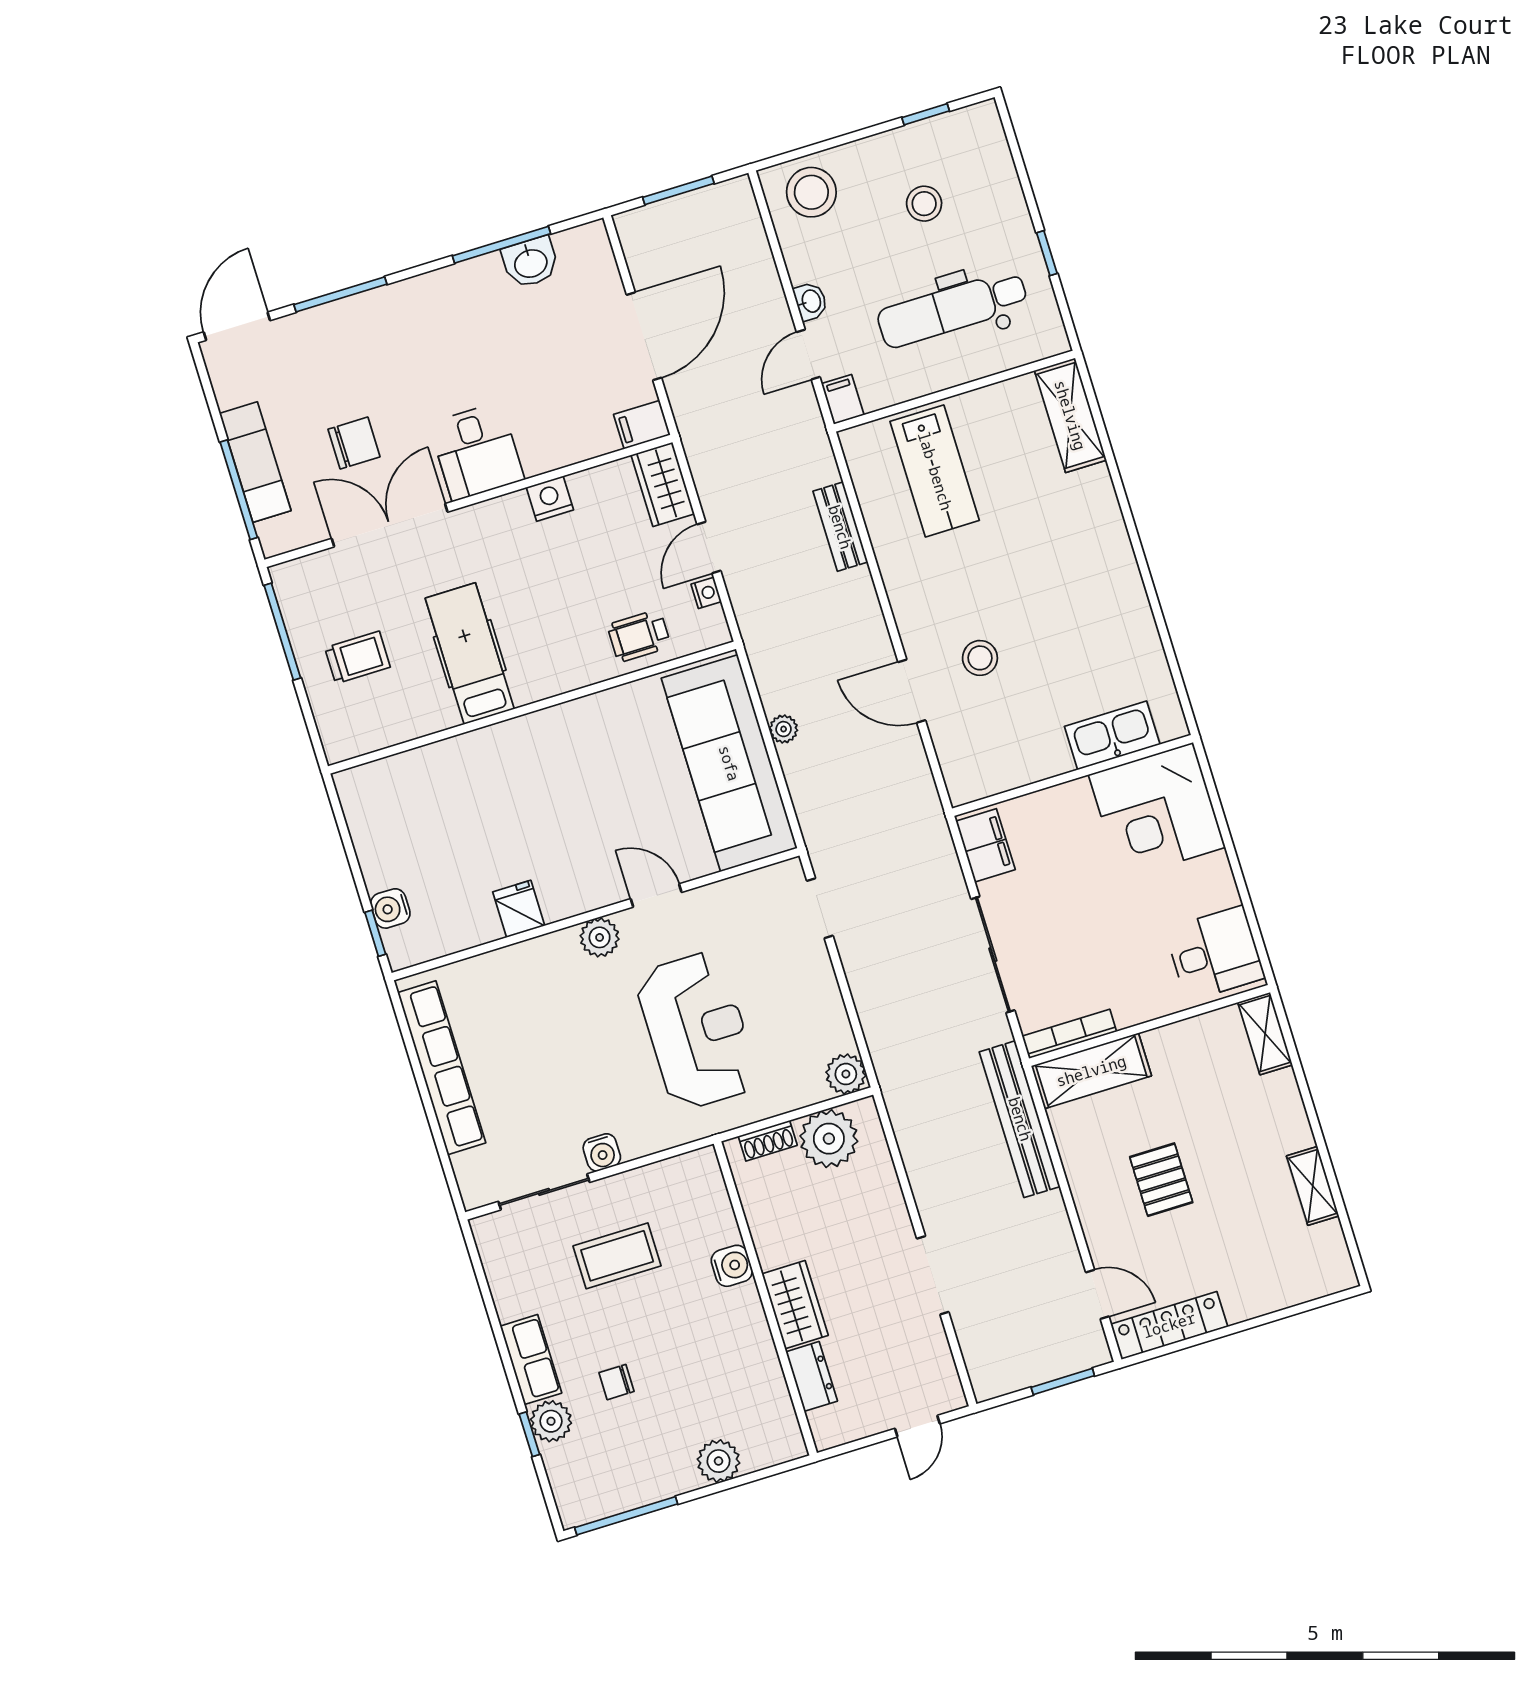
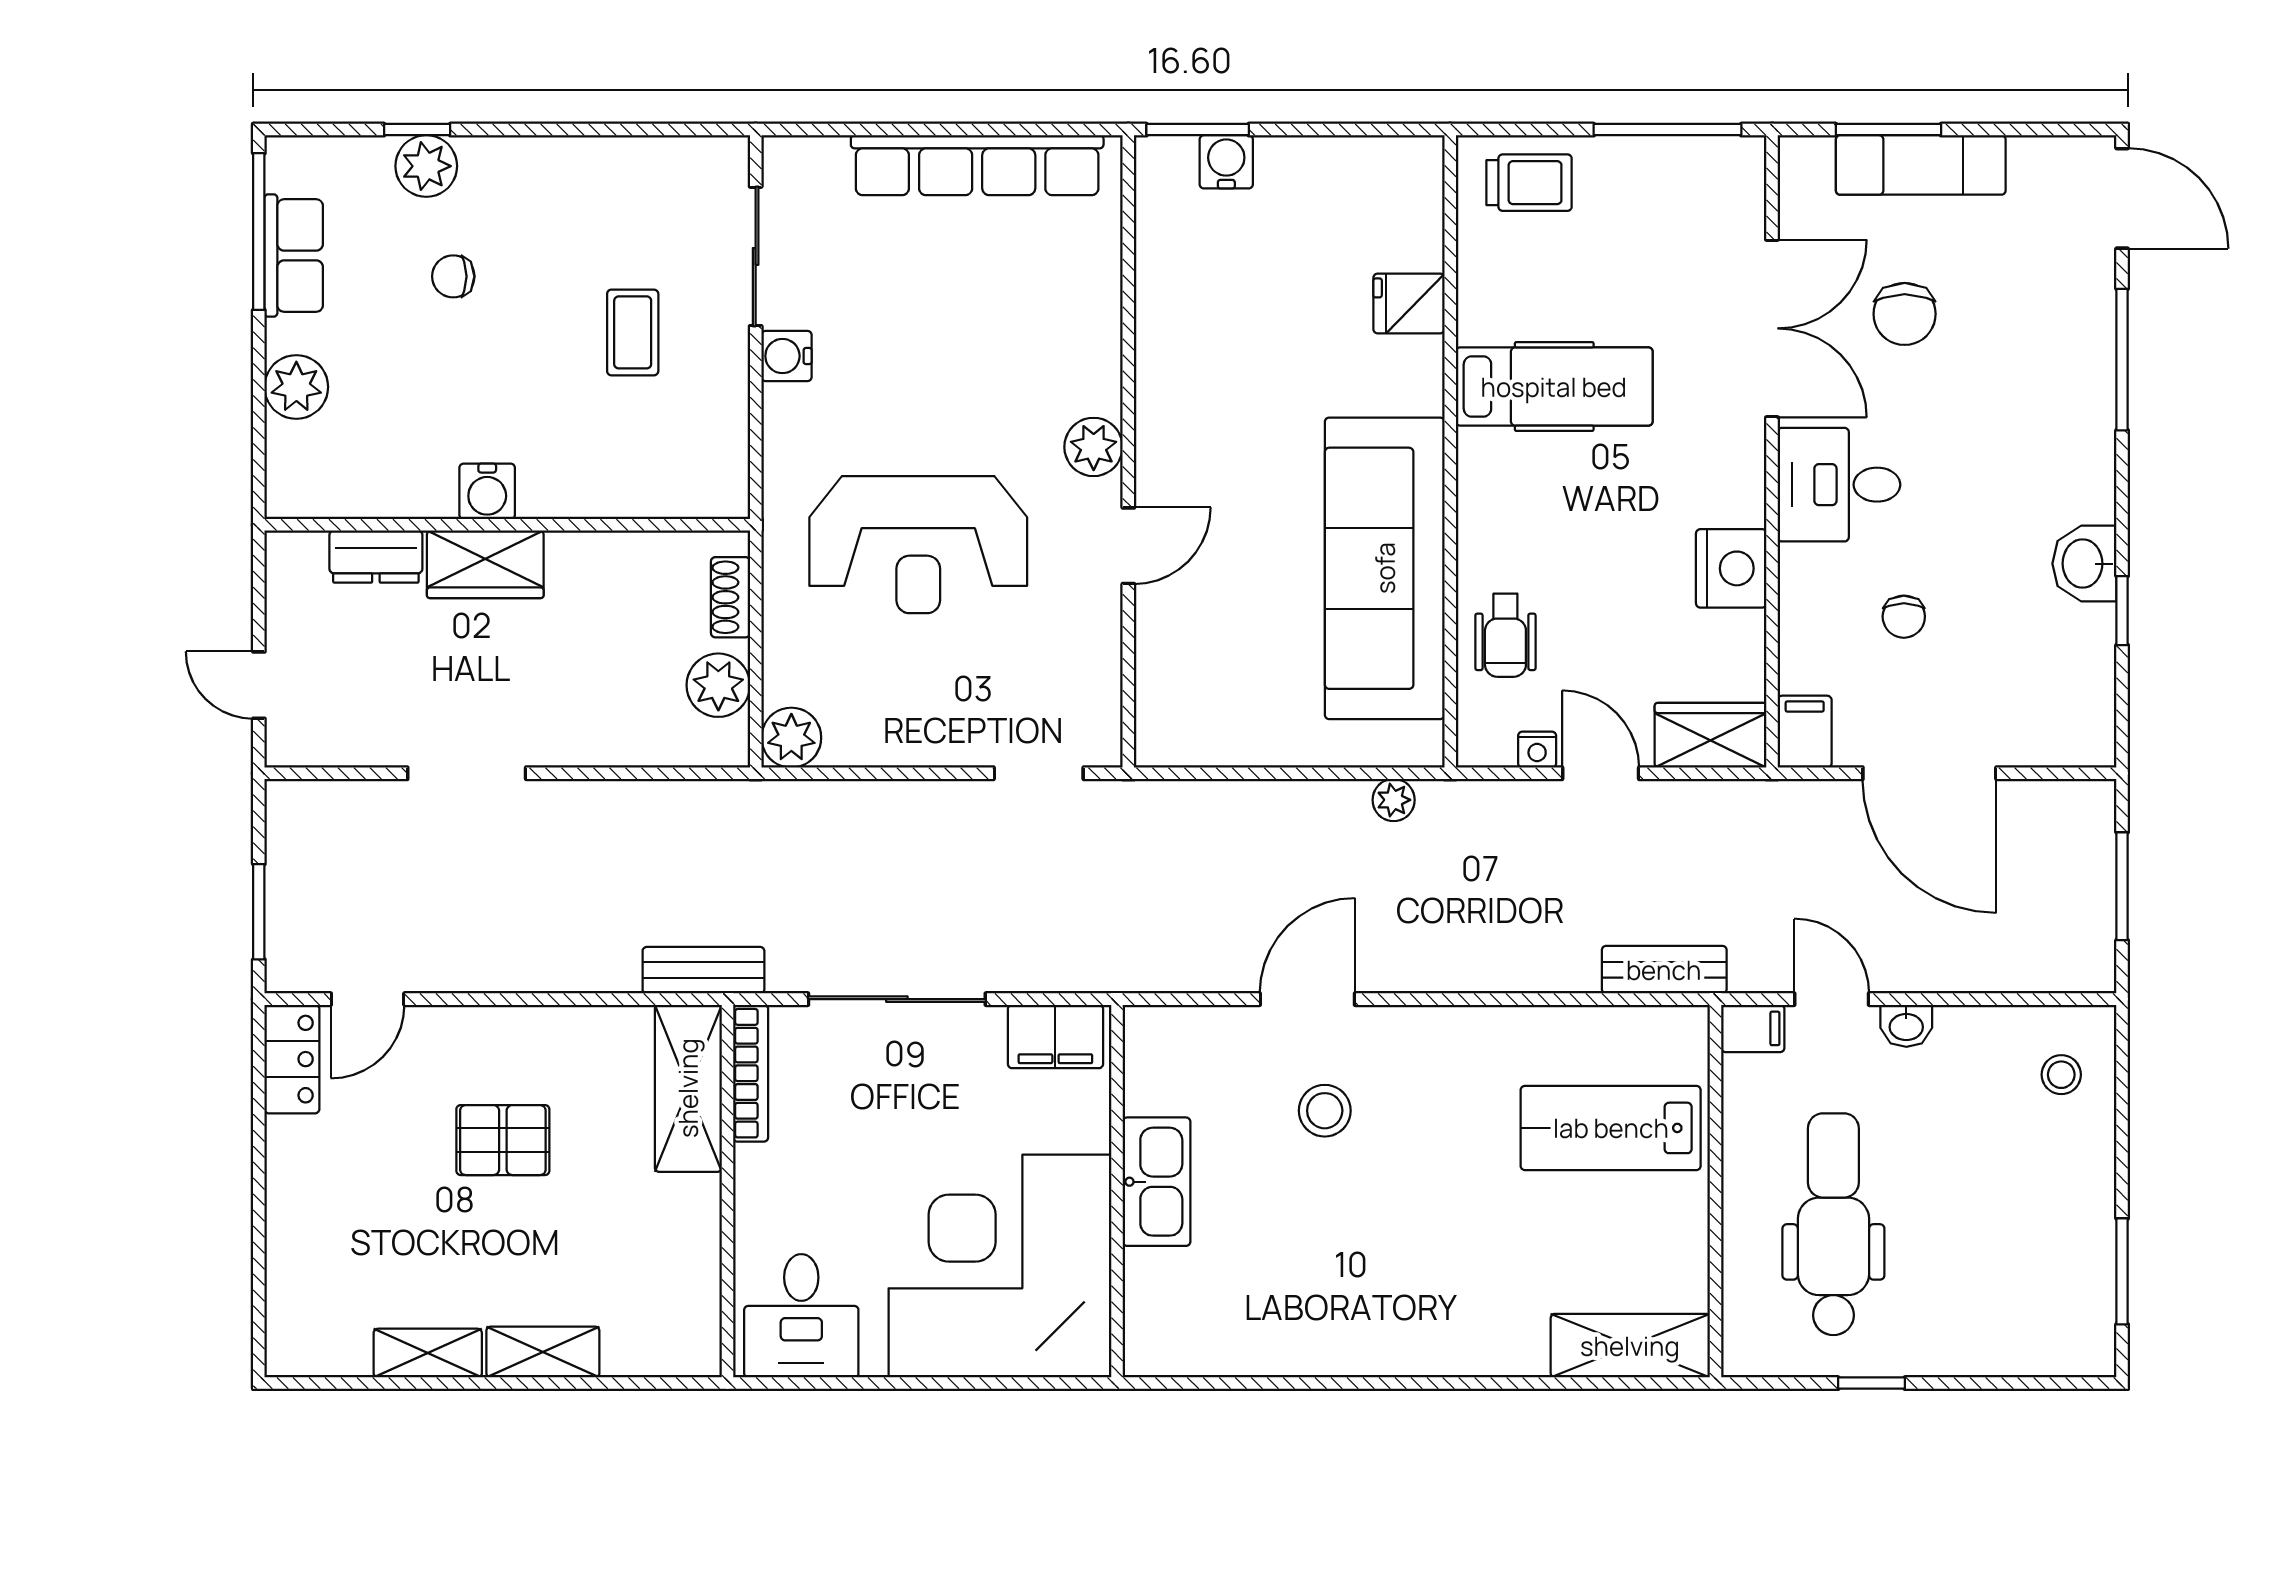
window: (926, 114) -> (2122, 1271), width x1.50
stool: (811, 192) -> (2061, 1075), width x0.53, depth x0.53
stool: (924, 204) -> (1996, 1230), removed
window: (501, 245) -> (2122, 611), width x0.46
washbasin: (530, 262) -> (2084, 564), moved
chair: (549, 384) -> (1904, 617), added
window: (239, 490) -> (1888, 130), width x0.69
nightstand: (550, 499) -> (1731, 568), width x1.36, depth x1.33
bench: (840, 527) -> (1664, 970), moved
wheelchair: (639, 636) -> (1505, 635), turned 180
trolley: (358, 658) -> (1529, 183), moved, turned -90
plant: (784, 729) -> (1394, 800), moved
kitchen sink: (1112, 735) -> (1157, 1182), moved
sofa: (729, 763) -> (1385, 568), moved, turned -90
corner desk: (1157, 811) -> (1000, 1266), width x1.36, depth x1.36
fridge: (519, 909) -> (1409, 303), moved, turned 180
window: (375, 933) -> (1198, 130), width x1.50
shelving: (1265, 1034) -> (543, 1352), moved
bench: (1020, 1119) -> (703, 970), width x0.54, depth x0.82
plant: (829, 1139) -> (718, 685), width x0.73, depth x0.73
coffee table: (617, 1256) -> (633, 332), width x0.73, depth x0.77
water cooler: (732, 1266) -> (487, 491), moved
locker: (1169, 1325) -> (292, 1059), width x0.66
row of seats: (531, 1360) -> (294, 256), moved, turned -90
chair: (617, 1382) -> (453, 276), turned -90

